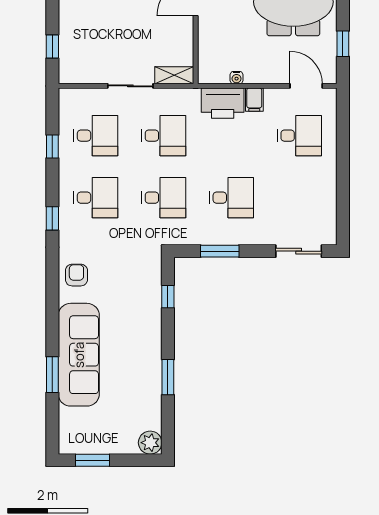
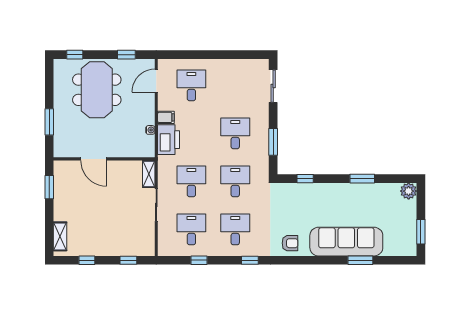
armchair: (76, 275) -> (290, 243), turned 180

